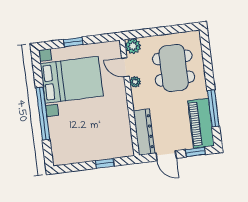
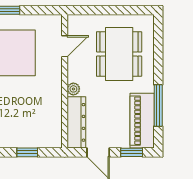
plant: (133, 46) -> (76, 23), removed
door: (125, 67) -> (65, 46), swing flipped
plant: (135, 82) -> (73, 89), moved

